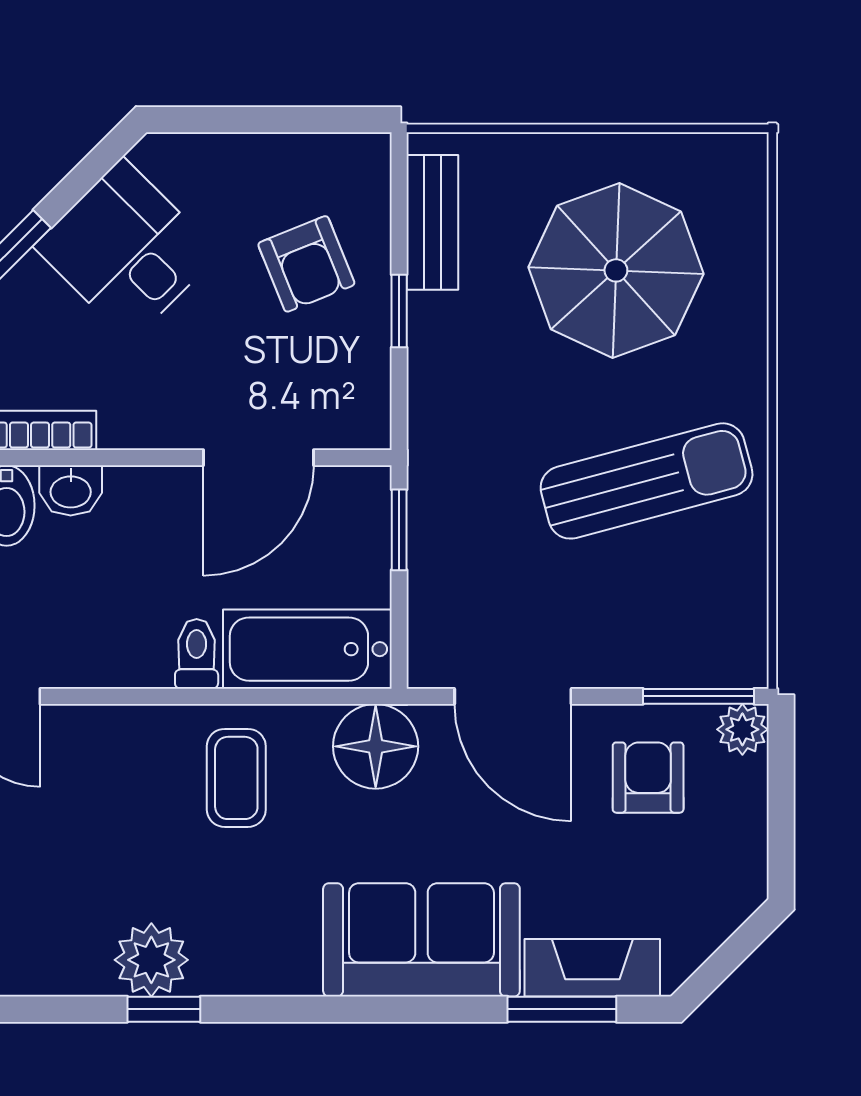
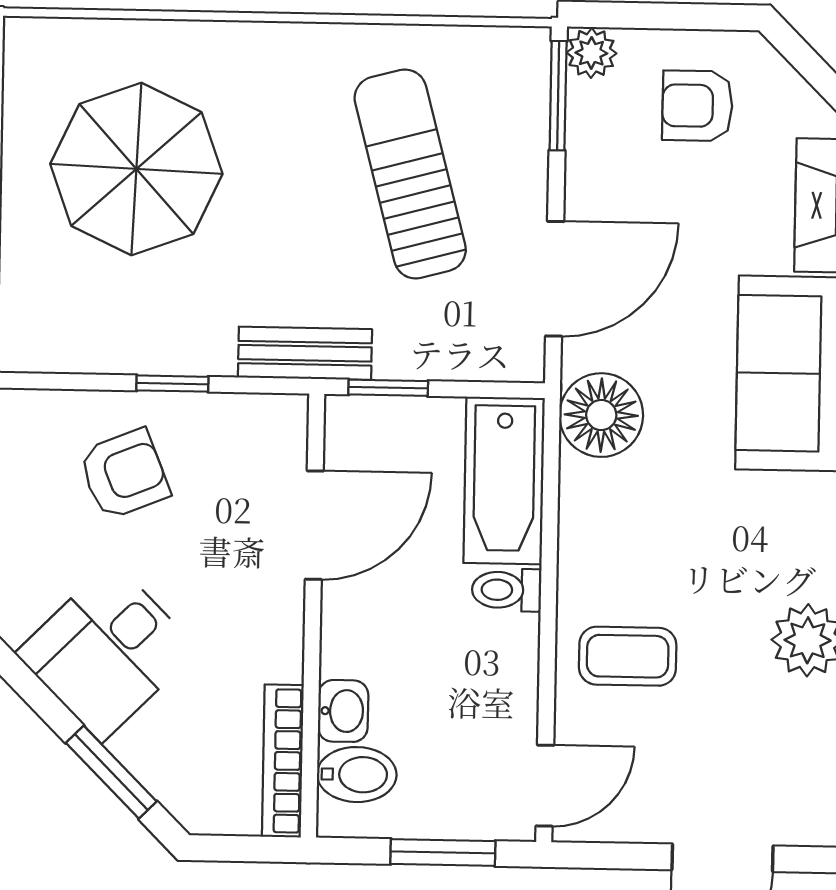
bench: (432, 222) -> (305, 353), moved
door: (258, 458) -> (314, 525), hinge flipped
sun lounger: (647, 481) -> (410, 174), moved
coffee table: (236, 778) -> (628, 656), moved
armchair: (648, 778) -> (697, 106), moved

